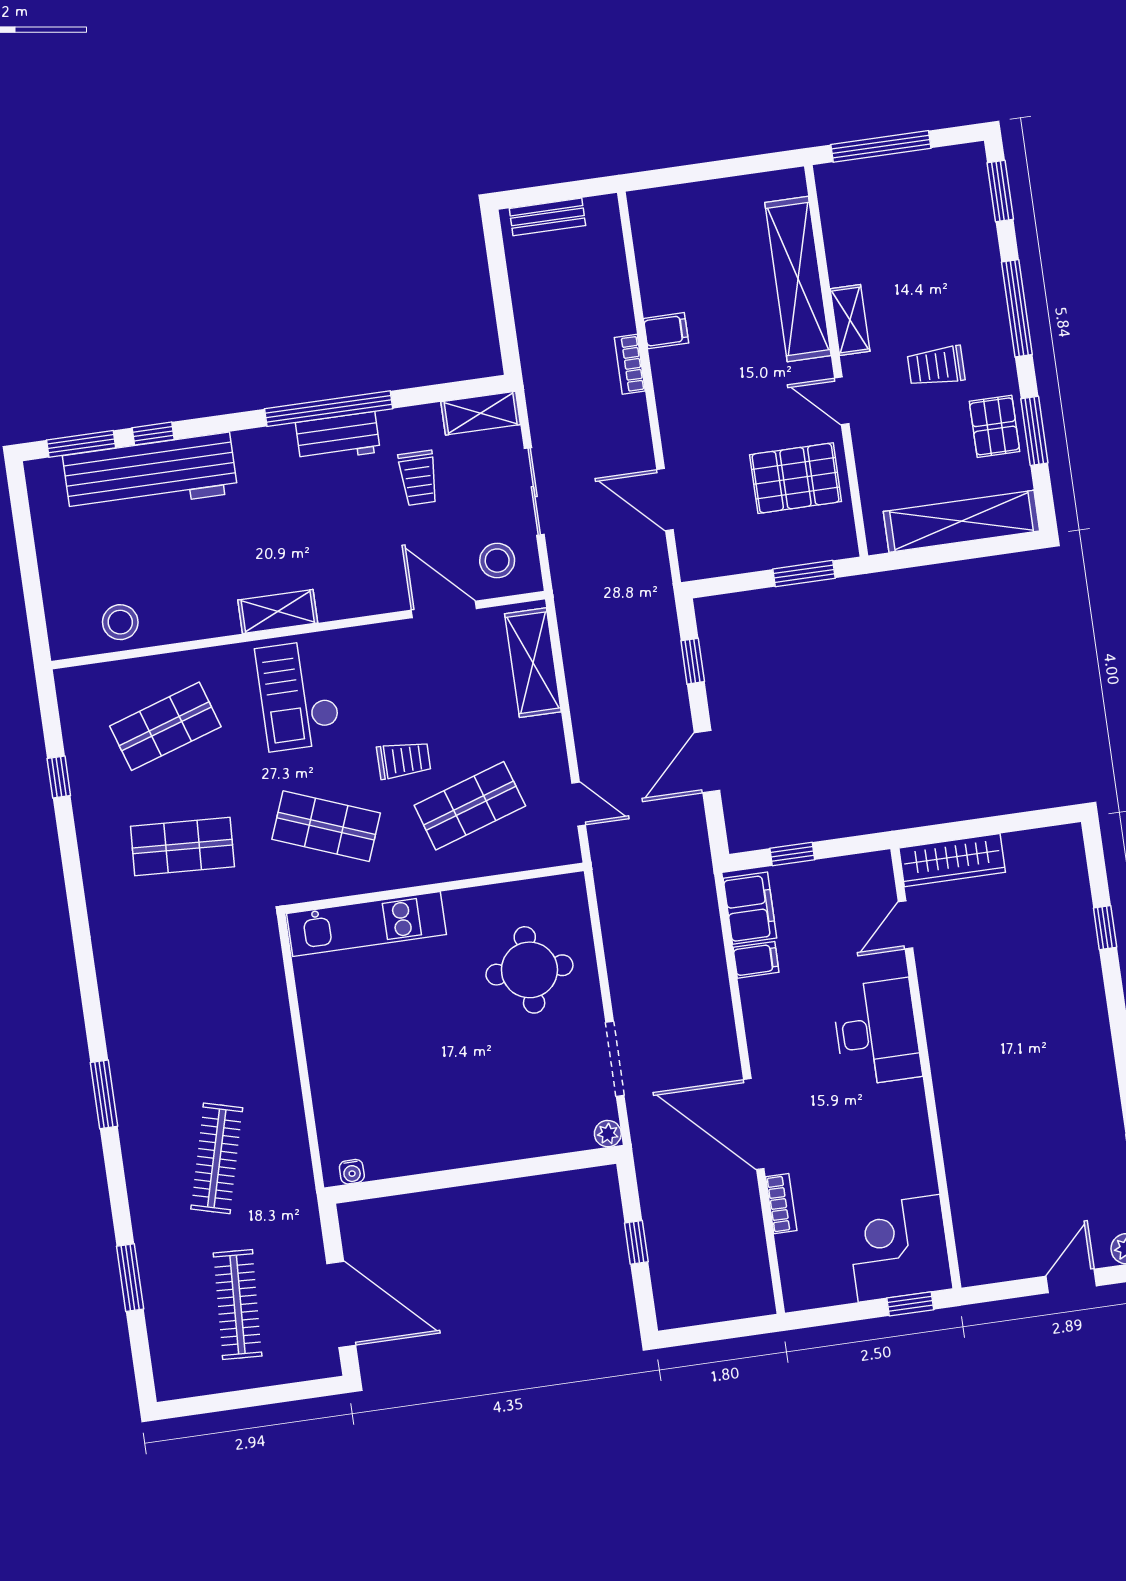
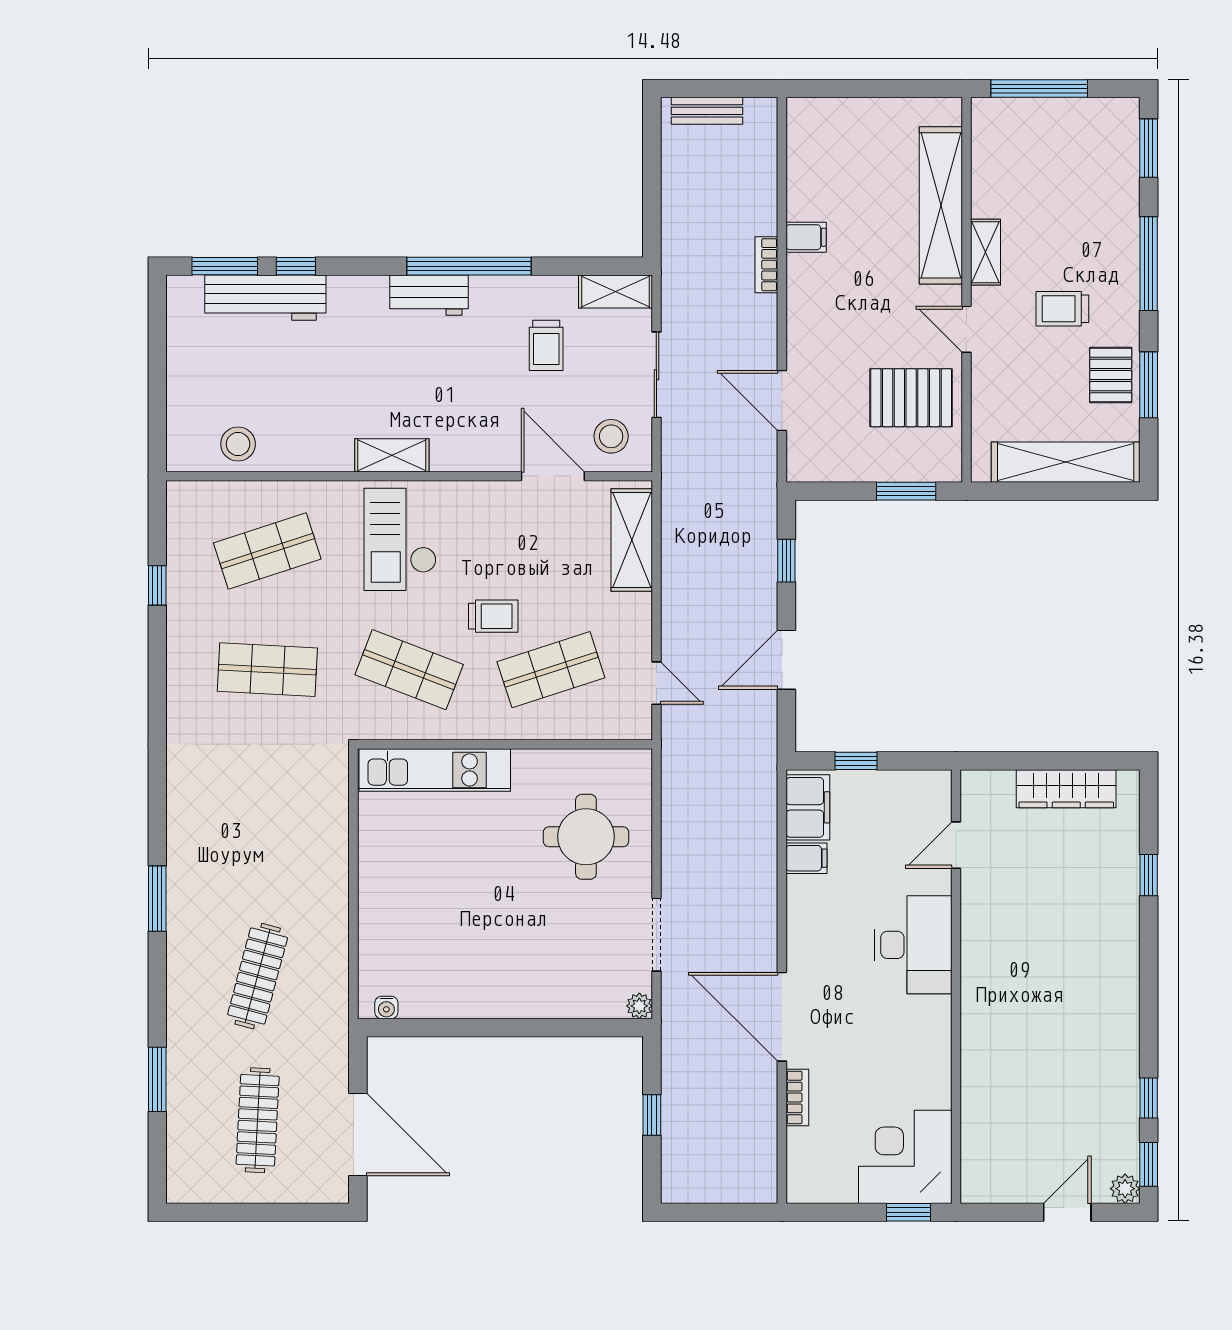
workbench: (338, 437) -> (429, 295), moved
workbench: (150, 474) -> (265, 298), width x0.73, depth x0.76
wardrobe: (952, 860) -> (1066, 789), moved

